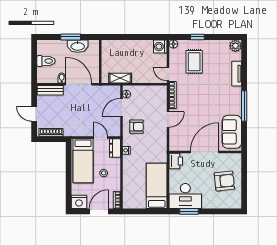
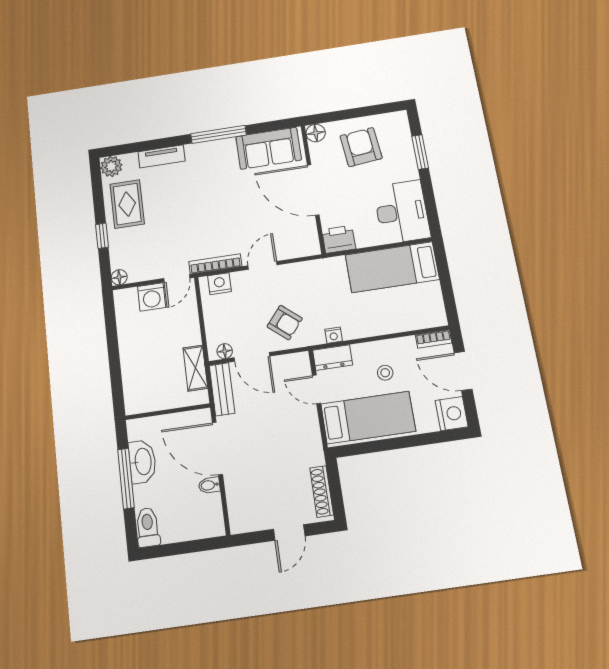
window: (71, 37) -> (126, 478), width x1.44
washing machine: (160, 47) -> (152, 297), moved
toilet: (46, 61) -> (148, 527), moved
rug: (194, 62) -> (127, 204), moved, turned 90
door: (79, 84) -> (217, 448), hinge flipped
bench: (50, 90) -> (222, 389), moved
nightstand: (162, 96) -> (219, 284), added
door: (168, 120) -> (263, 265), hinge flipped
armchair: (136, 127) -> (285, 323), turned 130
door: (100, 138) -> (316, 389), hinge flipped
floor lamp: (236, 158) -> (316, 133), added
window: (189, 211) -> (420, 152), moved

